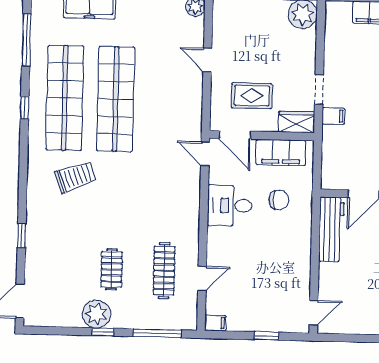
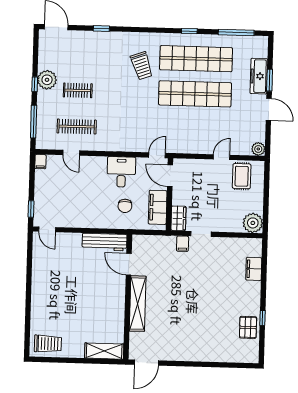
rug: (252, 96) -> (242, 176), moved
door: (235, 135) -> (170, 176), hinge flipped
window: (267, 336) -> (31, 209), moved

